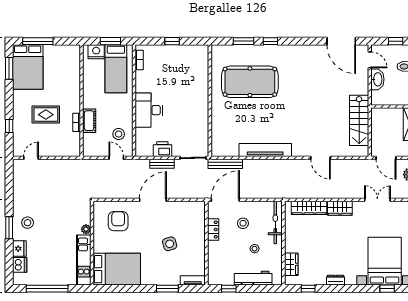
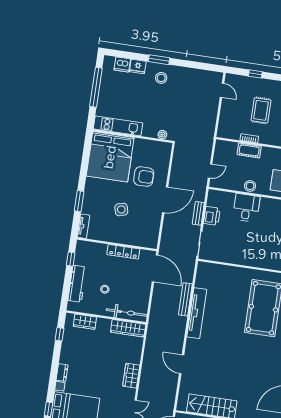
desk: (149, 110) -> (246, 208), width x0.73
stool: (119, 134) -> (250, 186), moved
door: (320, 158) -> (182, 364), hinge flipped
bench: (225, 164) -> (185, 299), moved
door: (153, 200) -> (165, 200), hinge flipped
wardrobe: (309, 208) -> (128, 328), moved, turned -90
armchair: (118, 221) -> (144, 177), moved
stool: (243, 223) -> (130, 282), removed
plant: (86, 229) -> (162, 135), moved
locker: (213, 229) -> (123, 252), width x1.53
bed: (117, 269) -> (110, 157), width x1.36
dresser: (336, 280) -> (62, 373), moved

